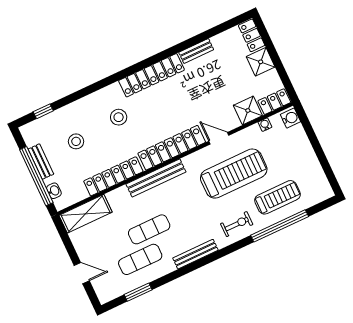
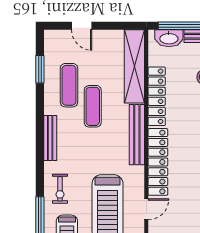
washbasin: (54, 191) -> (169, 38), width x1.91, depth x1.45
shelving: (86, 214) -> (134, 66), width x1.47
door: (82, 273) -> (82, 26), hinge flipped

